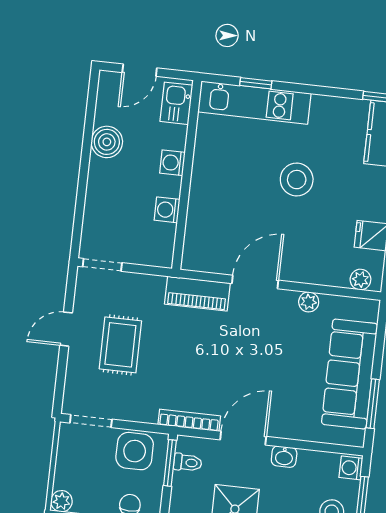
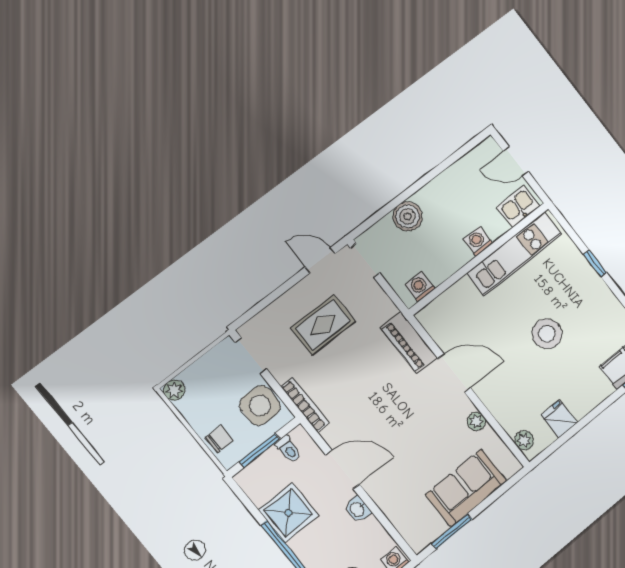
window: (256, 83) -> (595, 264), moved
kitchen unit: (254, 103) -> (514, 254), moved, turned -90
boiler: (107, 142) -> (408, 216), moved
washing machine: (167, 210) -> (420, 287), moved
door: (66, 329) -> (320, 260), moved
sofa: (350, 374) -> (466, 488), width x0.73
bookcase: (189, 420) -> (305, 405), moved
window: (170, 463) -> (259, 450), moved

